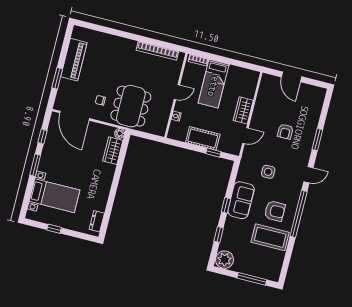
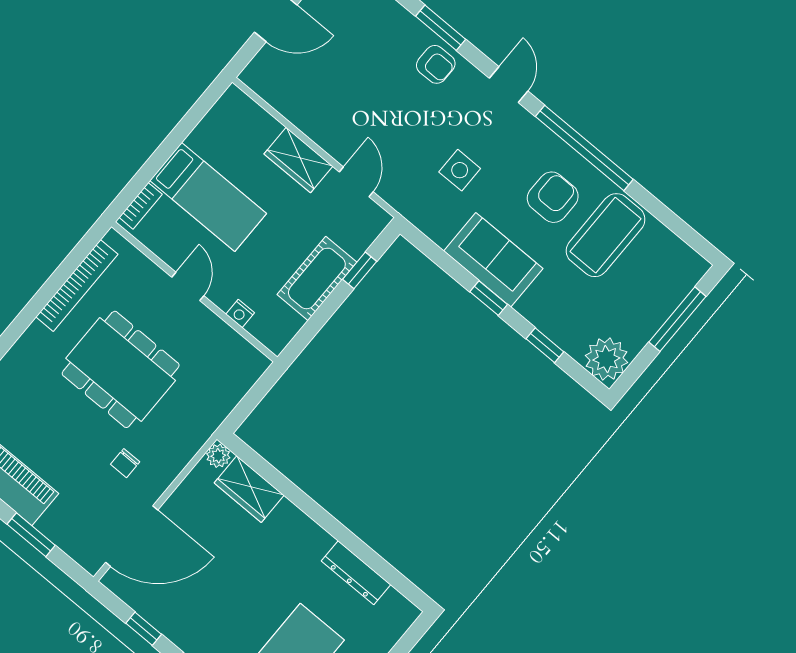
dining table: (131, 106) -> (121, 369), moved
armchair: (285, 132) -> (436, 64), moved
dresser: (97, 221) -> (356, 573), moved, width x1.44

